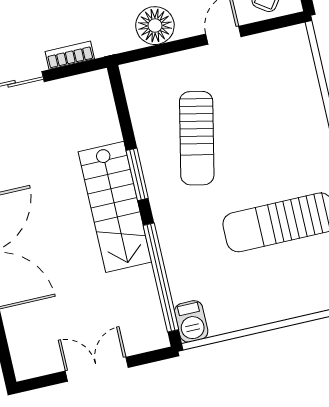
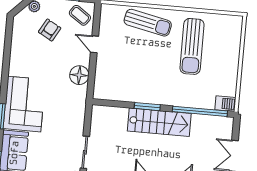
bookcase: (70, 55) -> (80, 120), removed
sun lounger: (197, 138) -> (148, 23), moved

